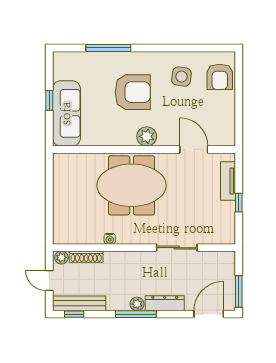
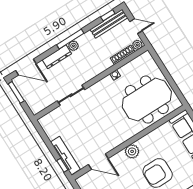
tv unit: (228, 181) -> (65, 156), width x1.41
meeting table: (132, 185) -> (147, 100), moved
window: (239, 203) -> (62, 165), moved
door: (209, 314) -> (26, 67), hinge flipped

